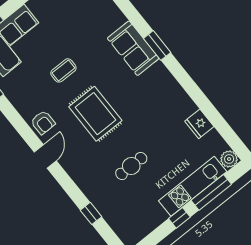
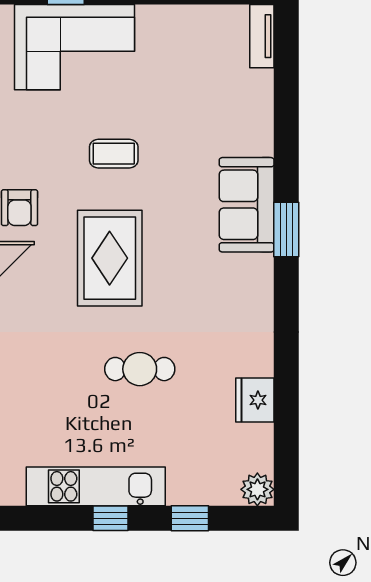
cafe table: (131, 166) -> (140, 369), moved
kitchen unit: (193, 186) -> (96, 486), moved
window: (211, 192) -> (190, 518), width x0.46

